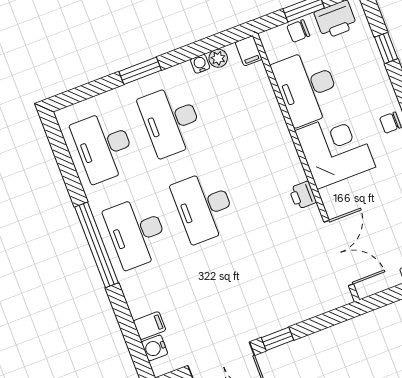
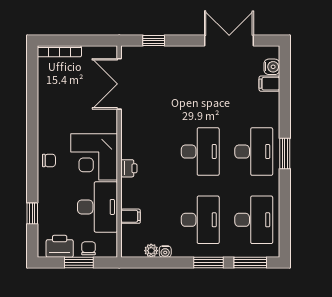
chair: (298, 31) -> (88, 248), turned -89
filing cabinet: (249, 51) -> (131, 216), moved, turned 90
window: (88, 91) -> (250, 262), added
printer: (303, 195) -> (129, 168), moved
window: (97, 245) -> (285, 154), width x0.47
window: (277, 339) -> (154, 41), moved

